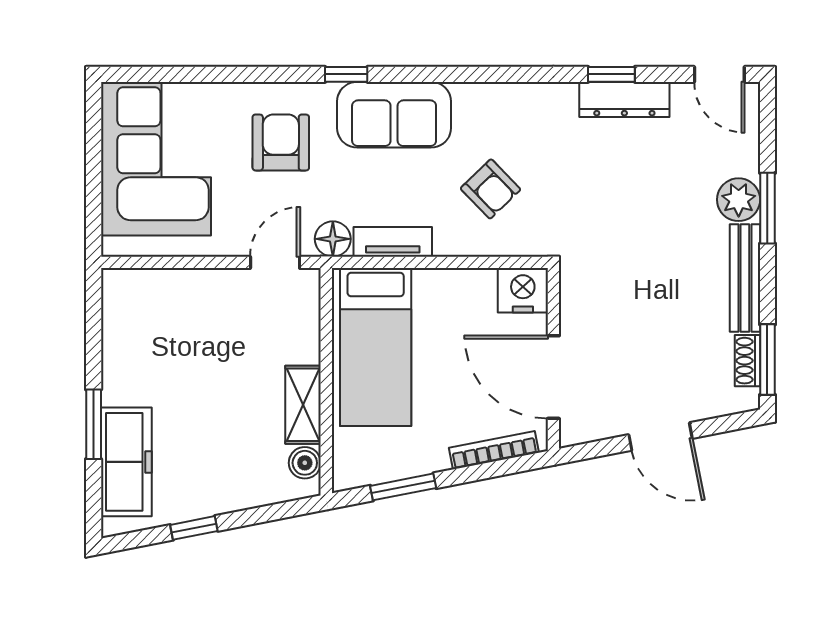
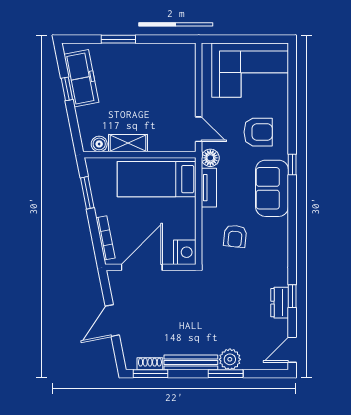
dresser: (624, 99) -> (280, 303), width x0.70
armchair: (491, 189) -> (235, 236), turned -40
freezer: (126, 462) -> (81, 78), moved, turned -101

